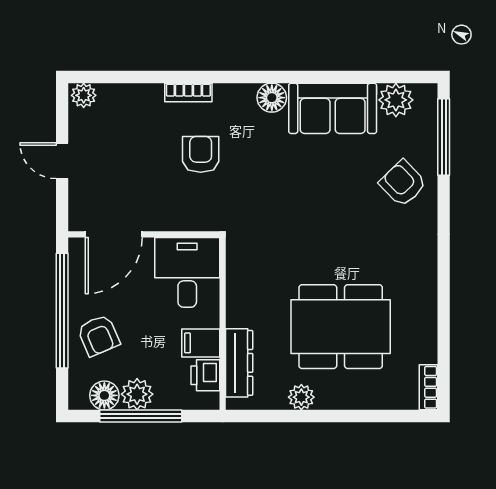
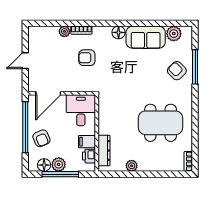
plant: (84, 95) -> (64, 31), moved
window: (444, 137) -> (195, 67), moved
armchair: (201, 154) -> (87, 58), turned -90
door: (62, 161) -> (25, 61), hinge flipped
dining table: (341, 327) -> (161, 123), moved

